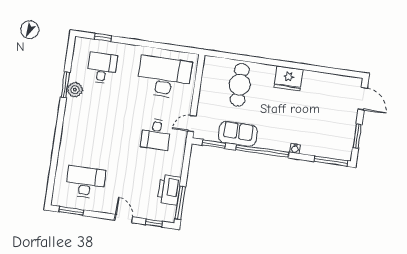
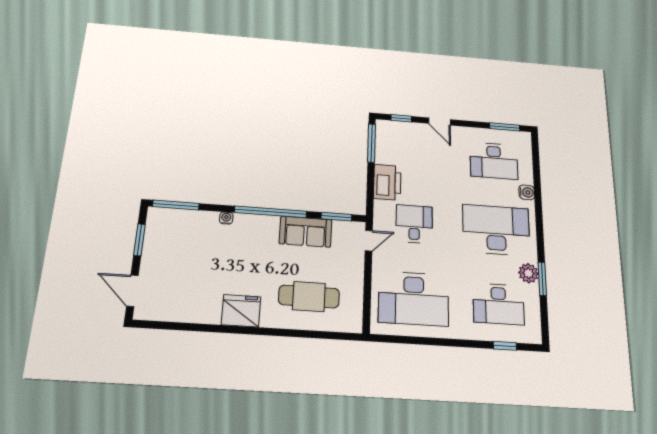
desk: (102, 68) -> (499, 304), width x1.37
cafe table: (240, 85) -> (309, 297), turned 90
desk: (94, 125) -> (496, 230), added
water cooler: (64, 154) -> (527, 192), added
printer: (169, 190) -> (387, 182), moved

